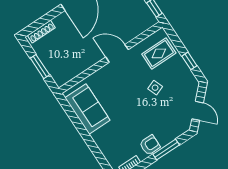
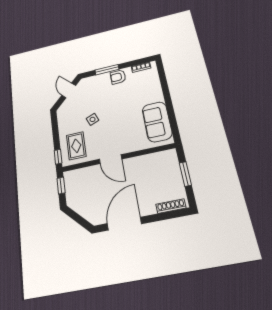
rug: (159, 53) -> (76, 146), turned 90
window: (189, 61) -> (58, 157), moved

